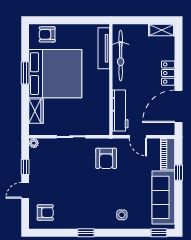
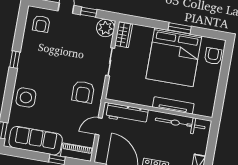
tv unit: (104, 48) -> (173, 105), moved
wardrobe: (36, 111) -> (123, 35), moved, turned -90
plant: (34, 143) -> (105, 28), width x1.88, depth x1.88
armchair: (106, 158) -> (83, 92), turned -90
side table: (122, 215) -> (26, 97), width x1.87, depth x1.87

